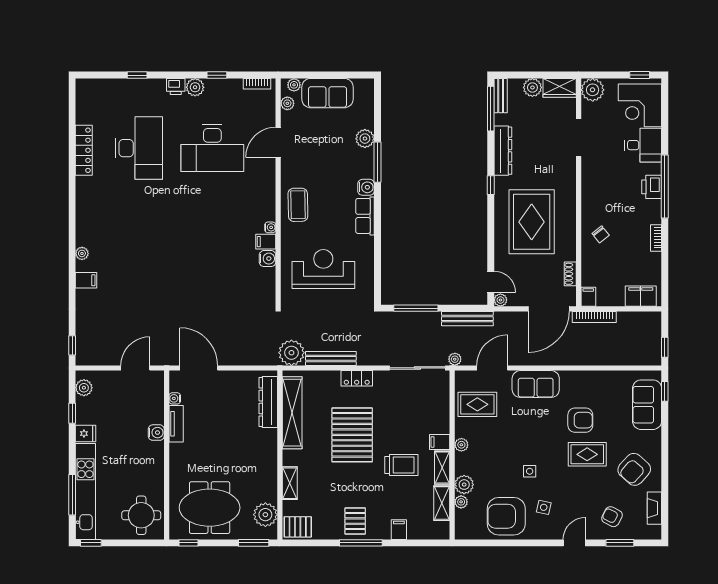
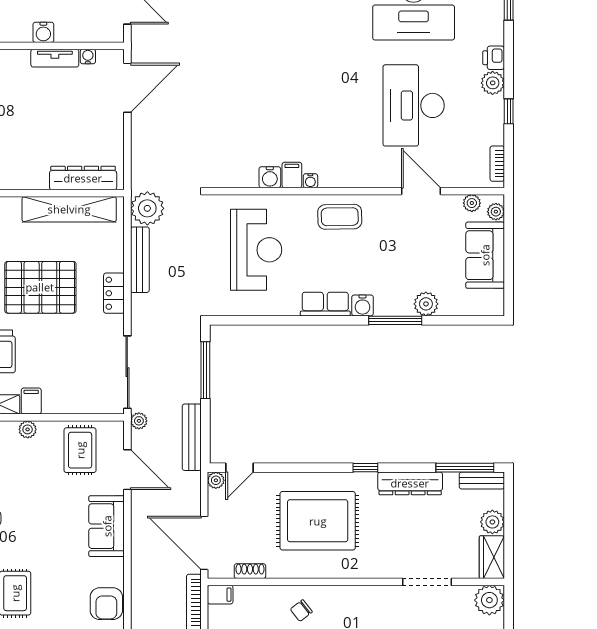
armchair: (580, 420) -> (106, 604), moved

